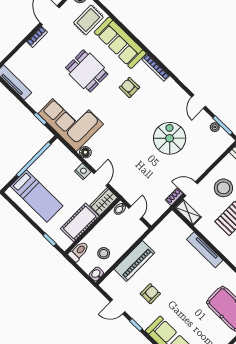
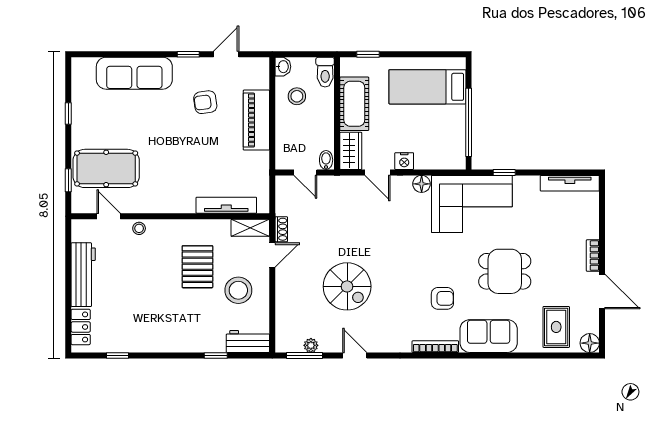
sofa: (120, 43) -> (489, 336), width x0.73
tv unit: (205, 250) -> (226, 205), moved
armchair: (150, 294) -> (205, 102), turned 82

